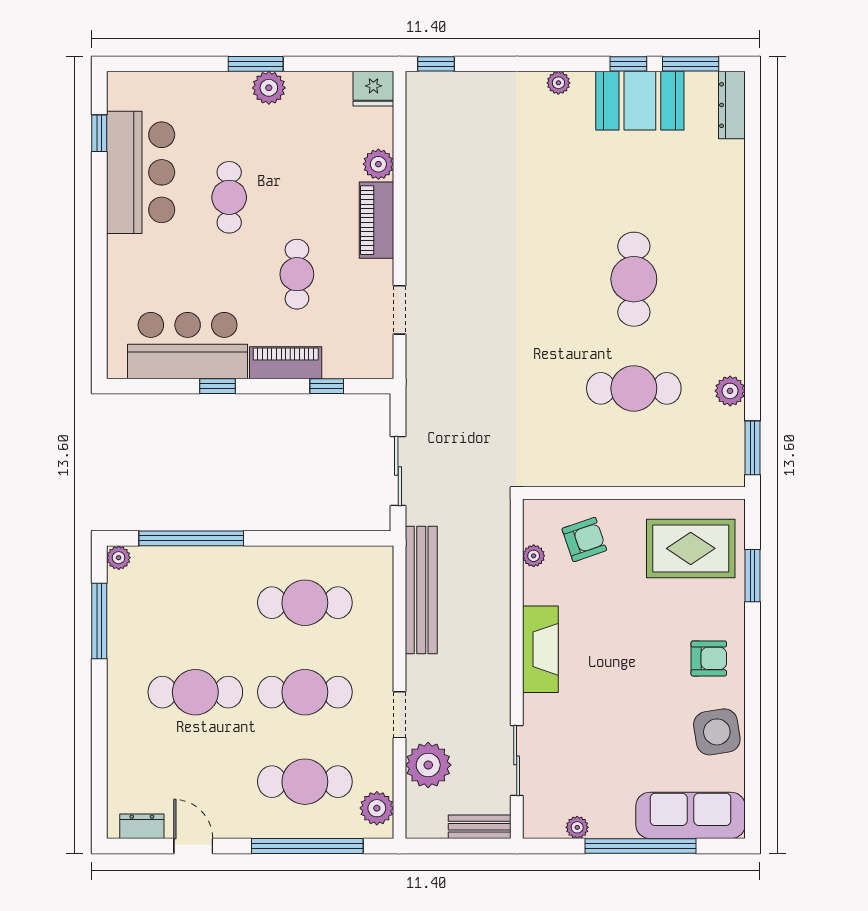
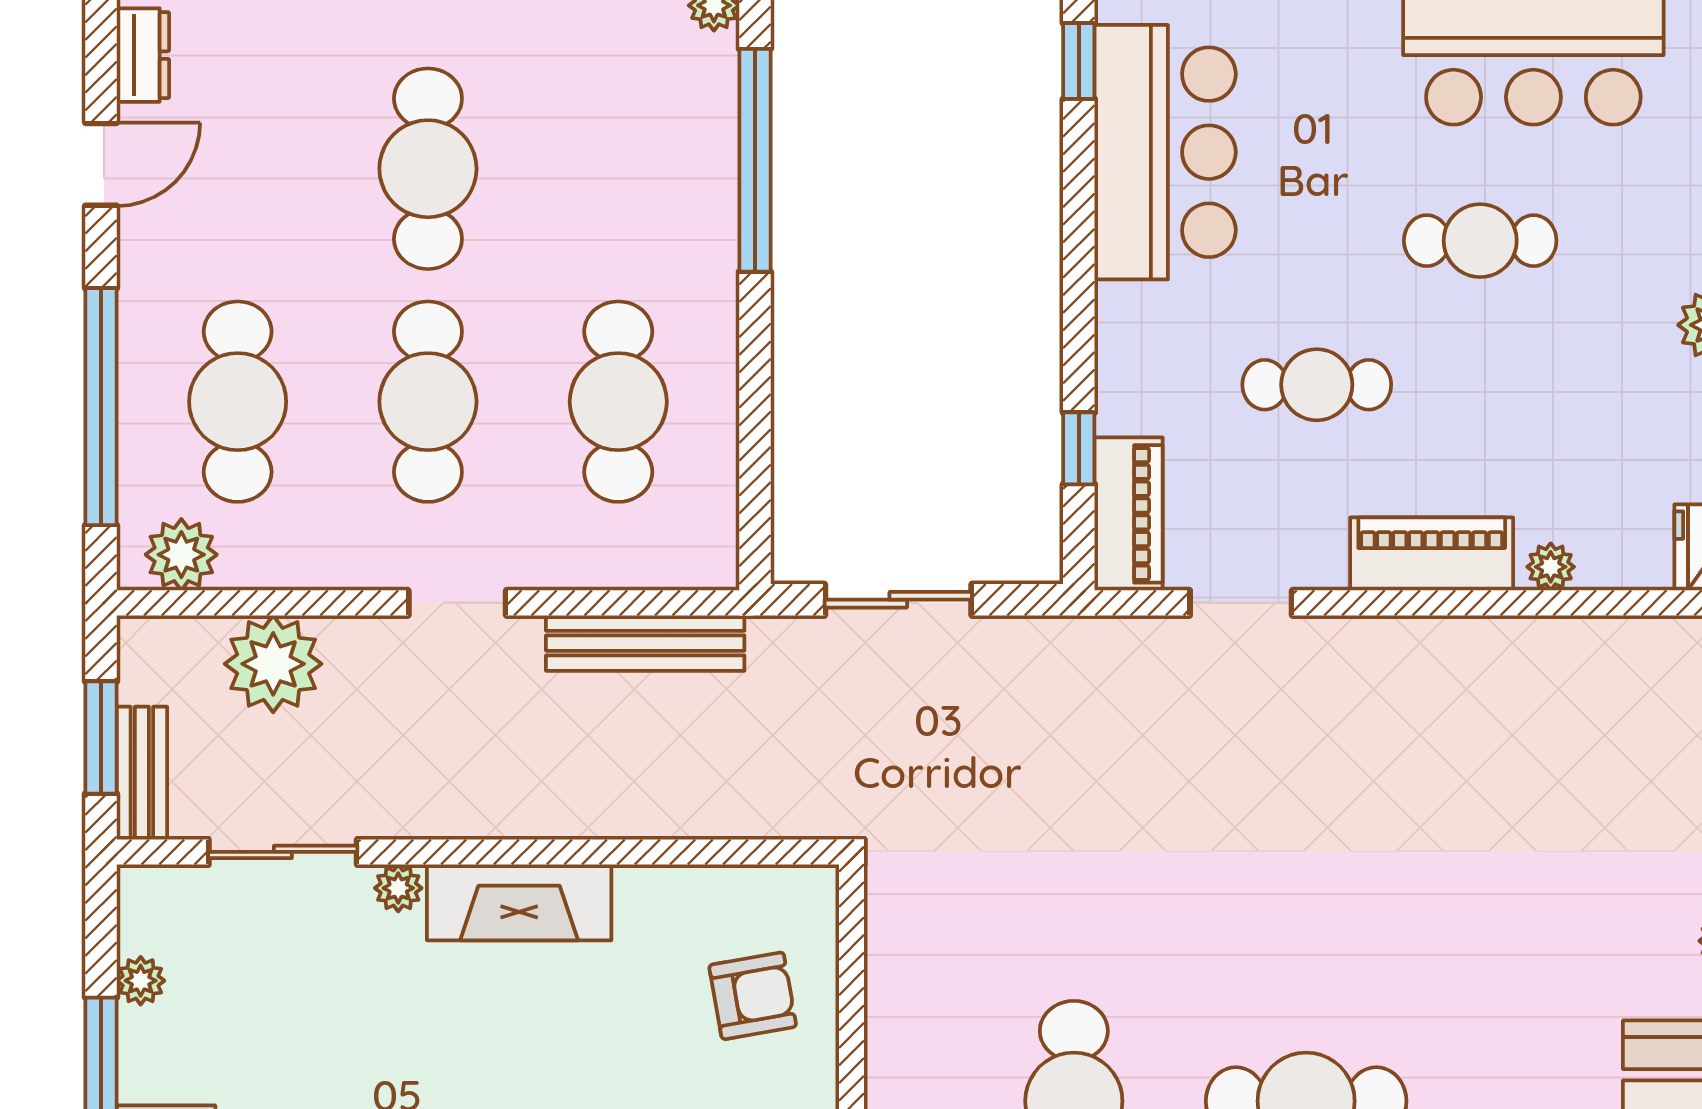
plant: (378, 164) -> (1551, 567), width x0.73, depth x0.73
piano: (286, 363) -> (1129, 514), moved
window: (217, 386) -> (1079, 61), moved
armchair: (584, 539) -> (753, 996), turned -81
plant: (534, 556) -> (398, 888), moved
bench: (421, 590) -> (645, 643), width x0.73, depth x0.82
doorway: (399, 715) -> (457, 603), moved
window: (463, 846) -> (101, 737), added

